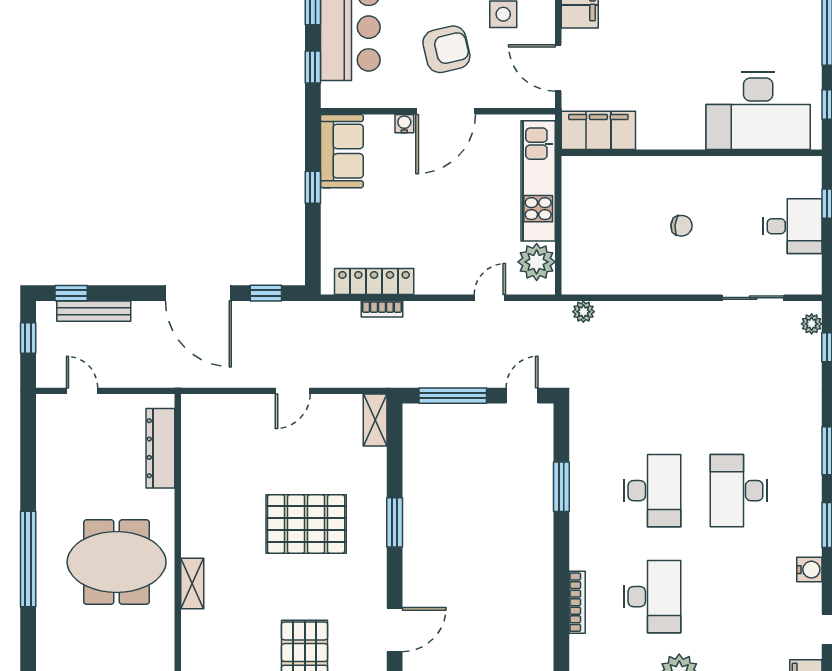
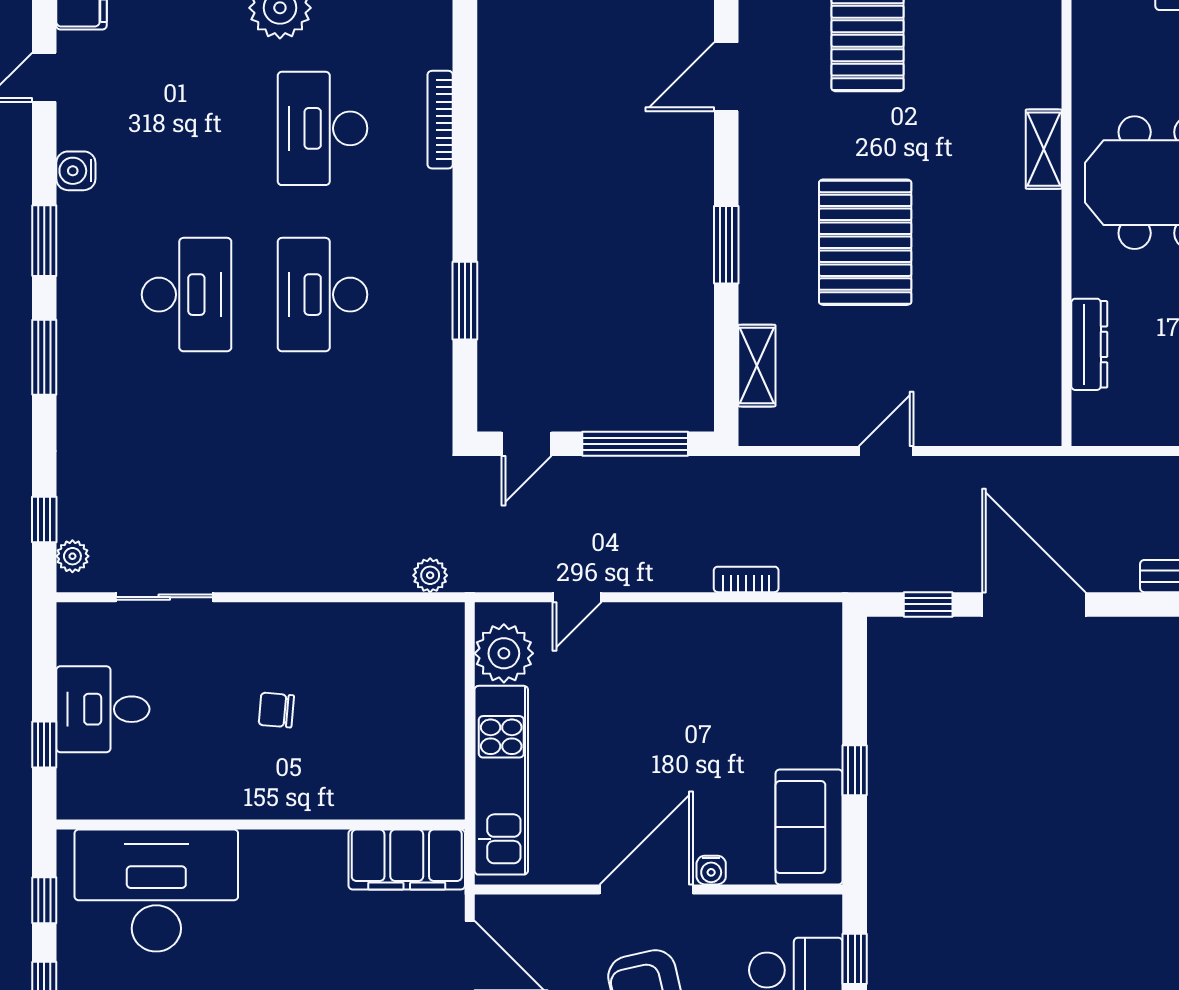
locker: (374, 281) -> (758, 623), removed
shelving: (375, 420) -> (757, 366), moved
dresser: (160, 448) -> (1089, 344), width x0.73, depth x0.80
pallet: (306, 524) -> (865, 242), turned 90

